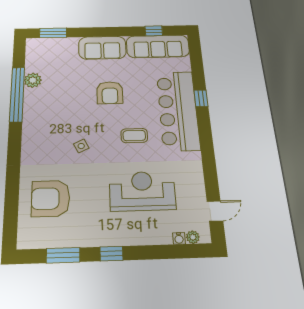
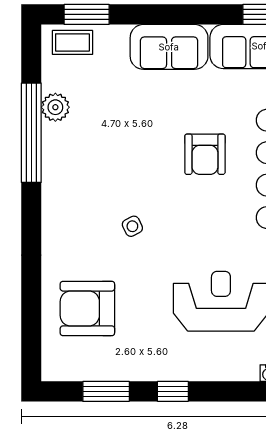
armchair: (110, 93) -> (205, 154), moved
coffee table: (134, 136) -> (72, 42), moved

